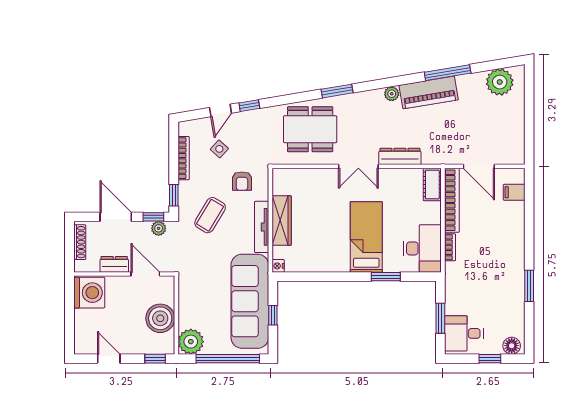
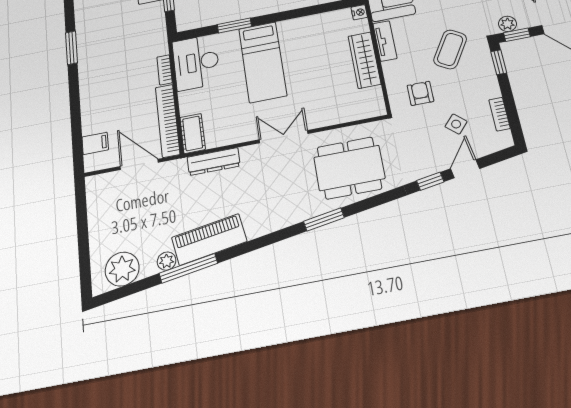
plant: (392, 94) -> (167, 261), moved
dresser: (400, 156) -> (214, 162), moved
bookcase: (184, 158) -> (499, 114), width x0.64
tv unit: (262, 227) -> (385, 41), width x0.71

